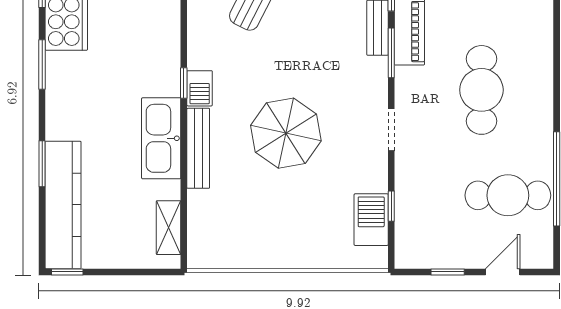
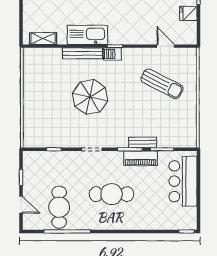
barbecue: (371, 220) -> (47, 139), removed

